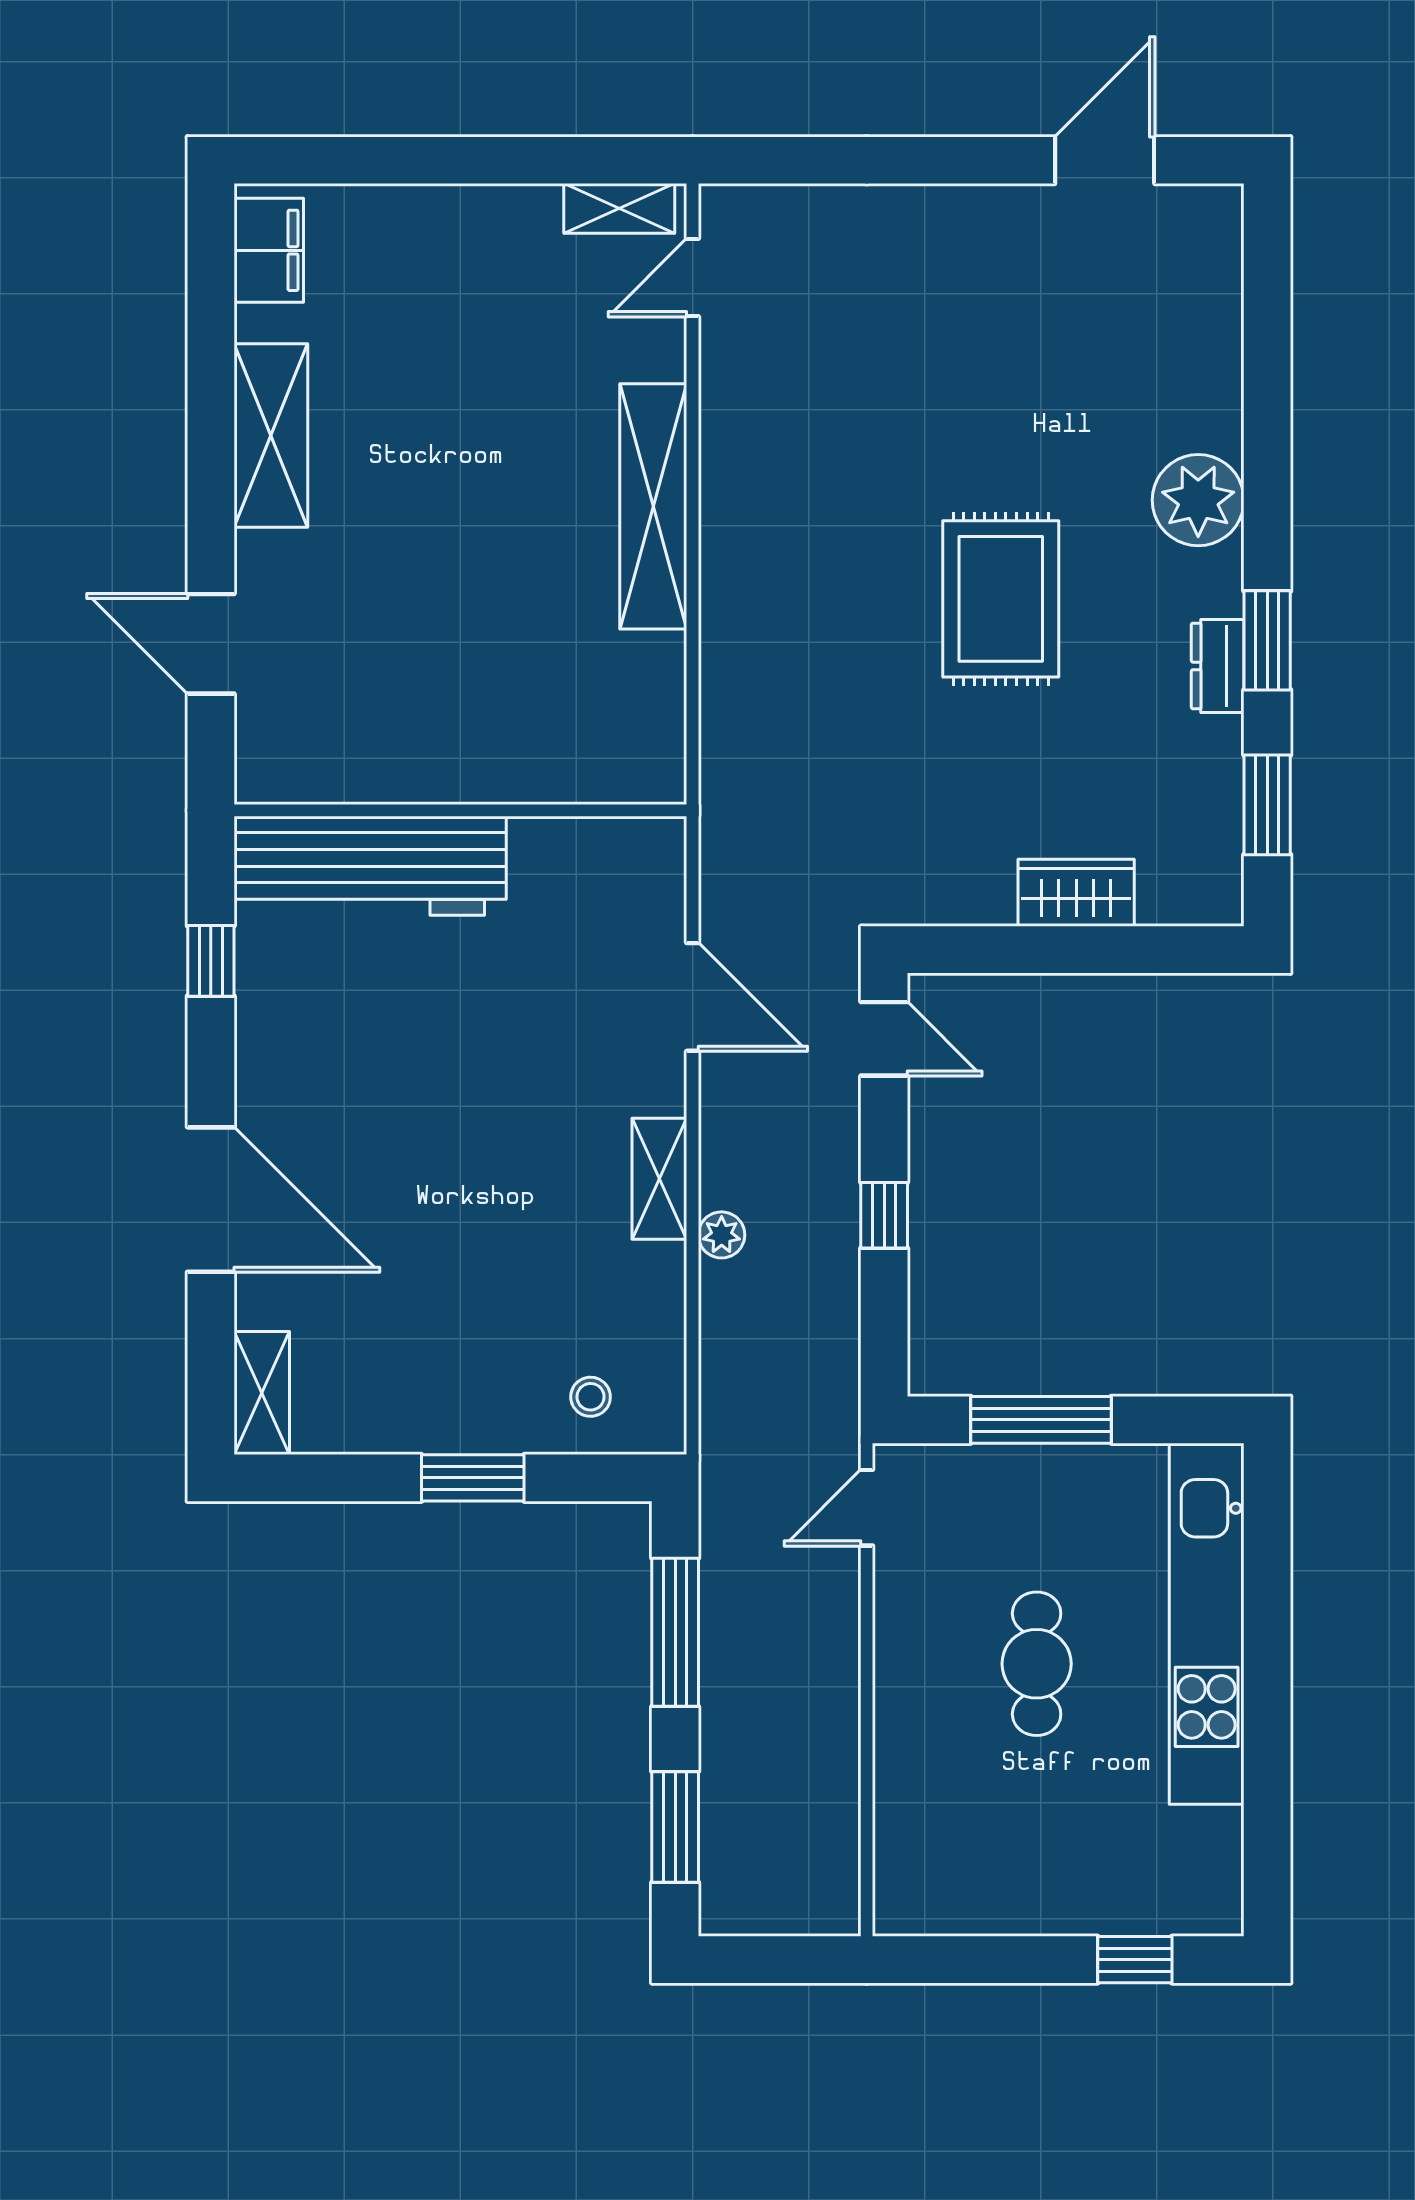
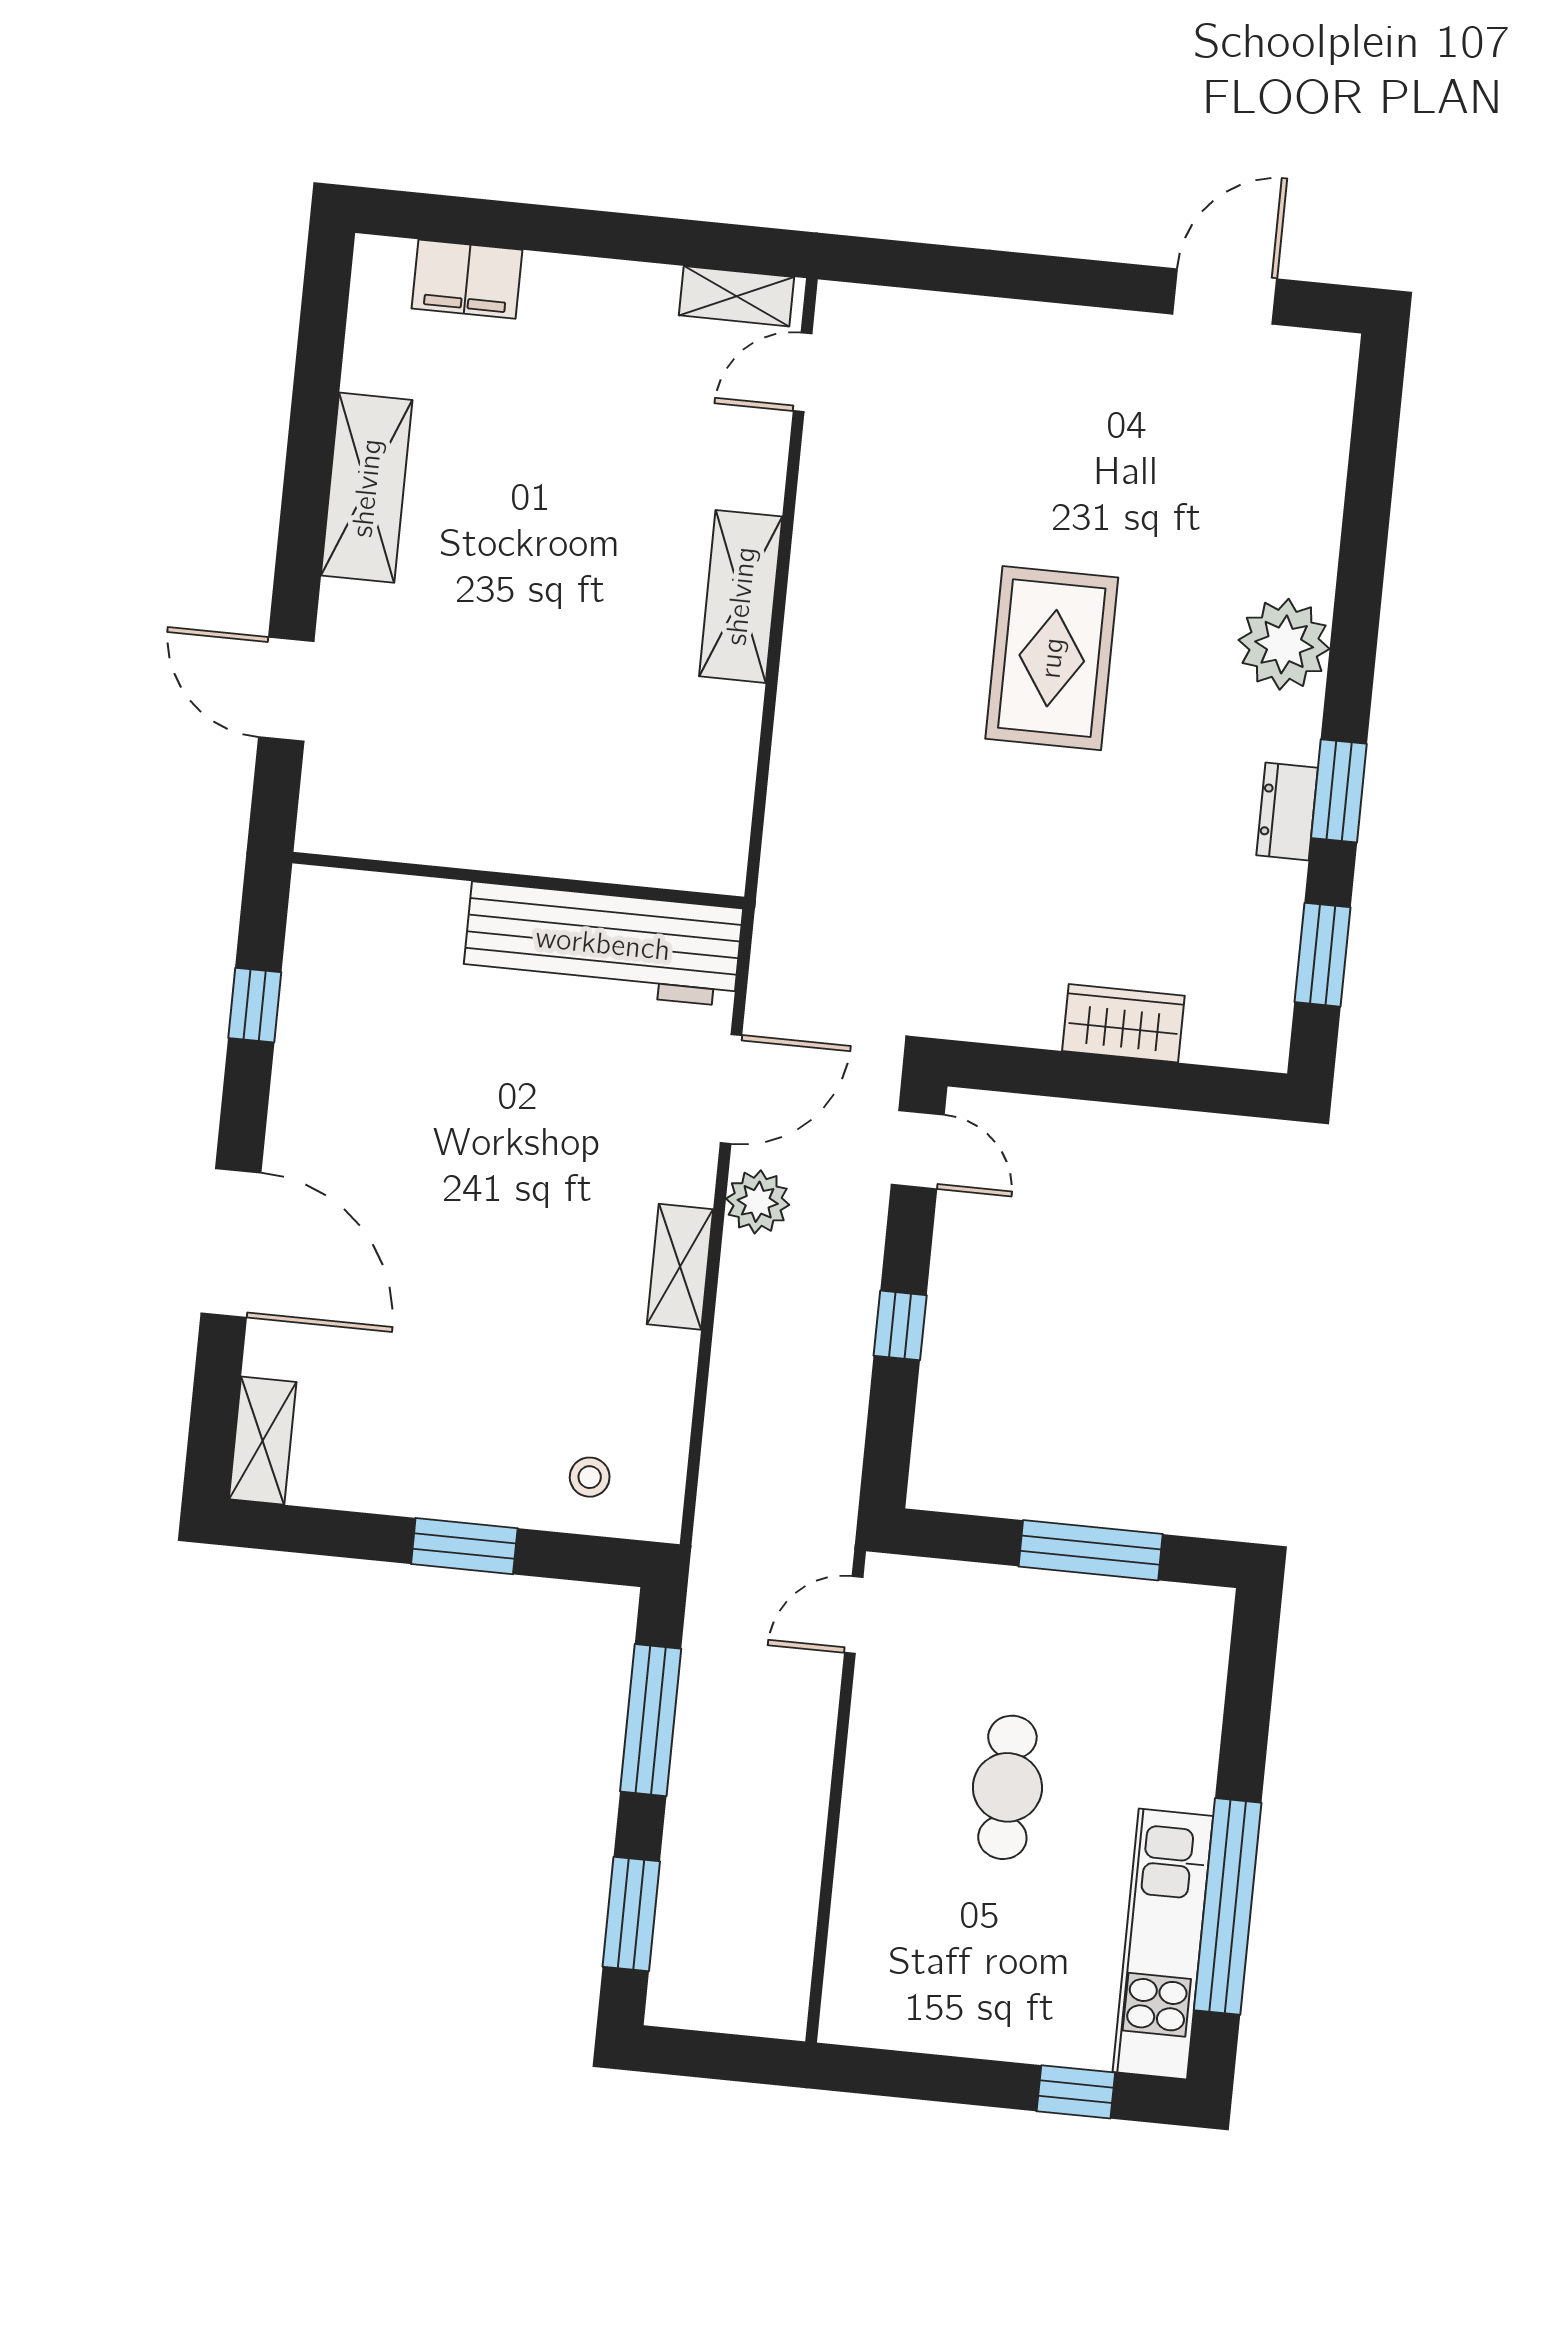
filing cabinet: (269, 250) -> (467, 279), moved, turned 90
shelving: (653, 506) -> (741, 596), width x0.68
rug: (1001, 599) -> (1052, 658), moved
workbench: (370, 866) -> (603, 944), moved
door: (693, 997) -> (731, 1089), hinge flipped
plant: (722, 1235) -> (758, 1202), moved, width x1.38, depth x1.38
window: (1041, 1420) -> (1091, 1550), moved
kitchen unit: (1207, 1624) -> (1163, 1944), moved, width x0.73
window: (1267, 1760) -> (1228, 1906), added

